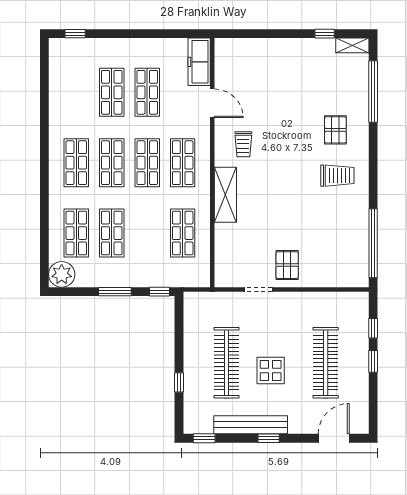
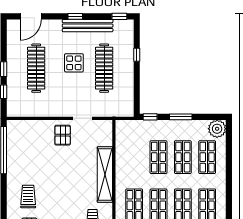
trolley: (337, 176) -> (28, 196), turned 90
shelving: (225, 195) -> (105, 175), width x1.47
shop shelf: (183, 233) -> (159, 157), moved

